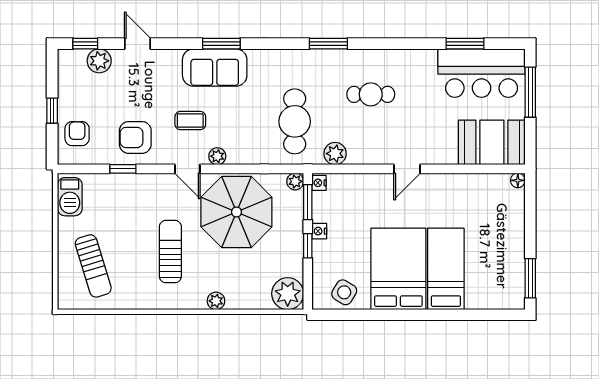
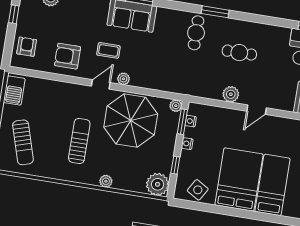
window: (52, 111) -> (14, 14), moved
cafe table: (295, 121) -> (196, 33), moved, width x0.73, depth x0.74
plant: (335, 154) -> (231, 94), moved
window: (123, 169) -> (55, 77), removed
door: (187, 169) -> (101, 84), swing flipped
nightstand: (319, 183) -> (191, 121), moved
window: (308, 246) -> (175, 165), moved

